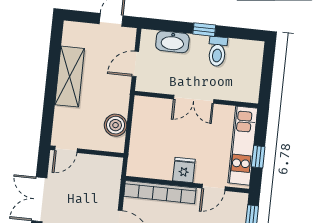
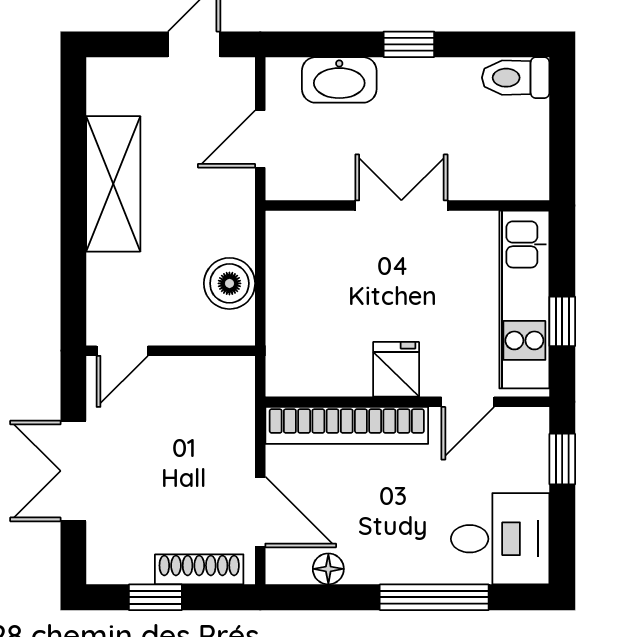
toilet: (217, 51) -> (516, 78), moved, turned 90
double door: (194, 99) -> (401, 206), swing flipped

